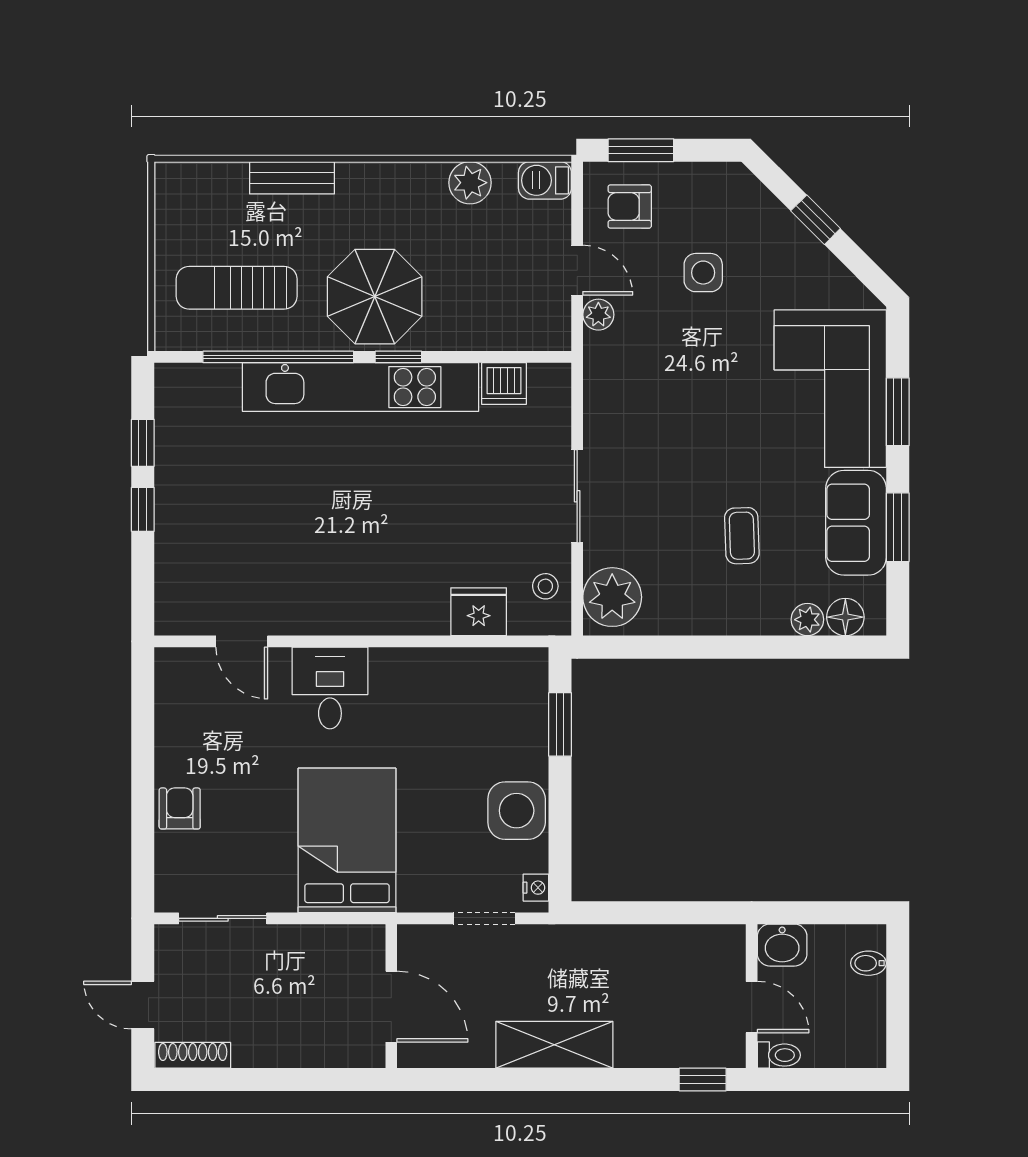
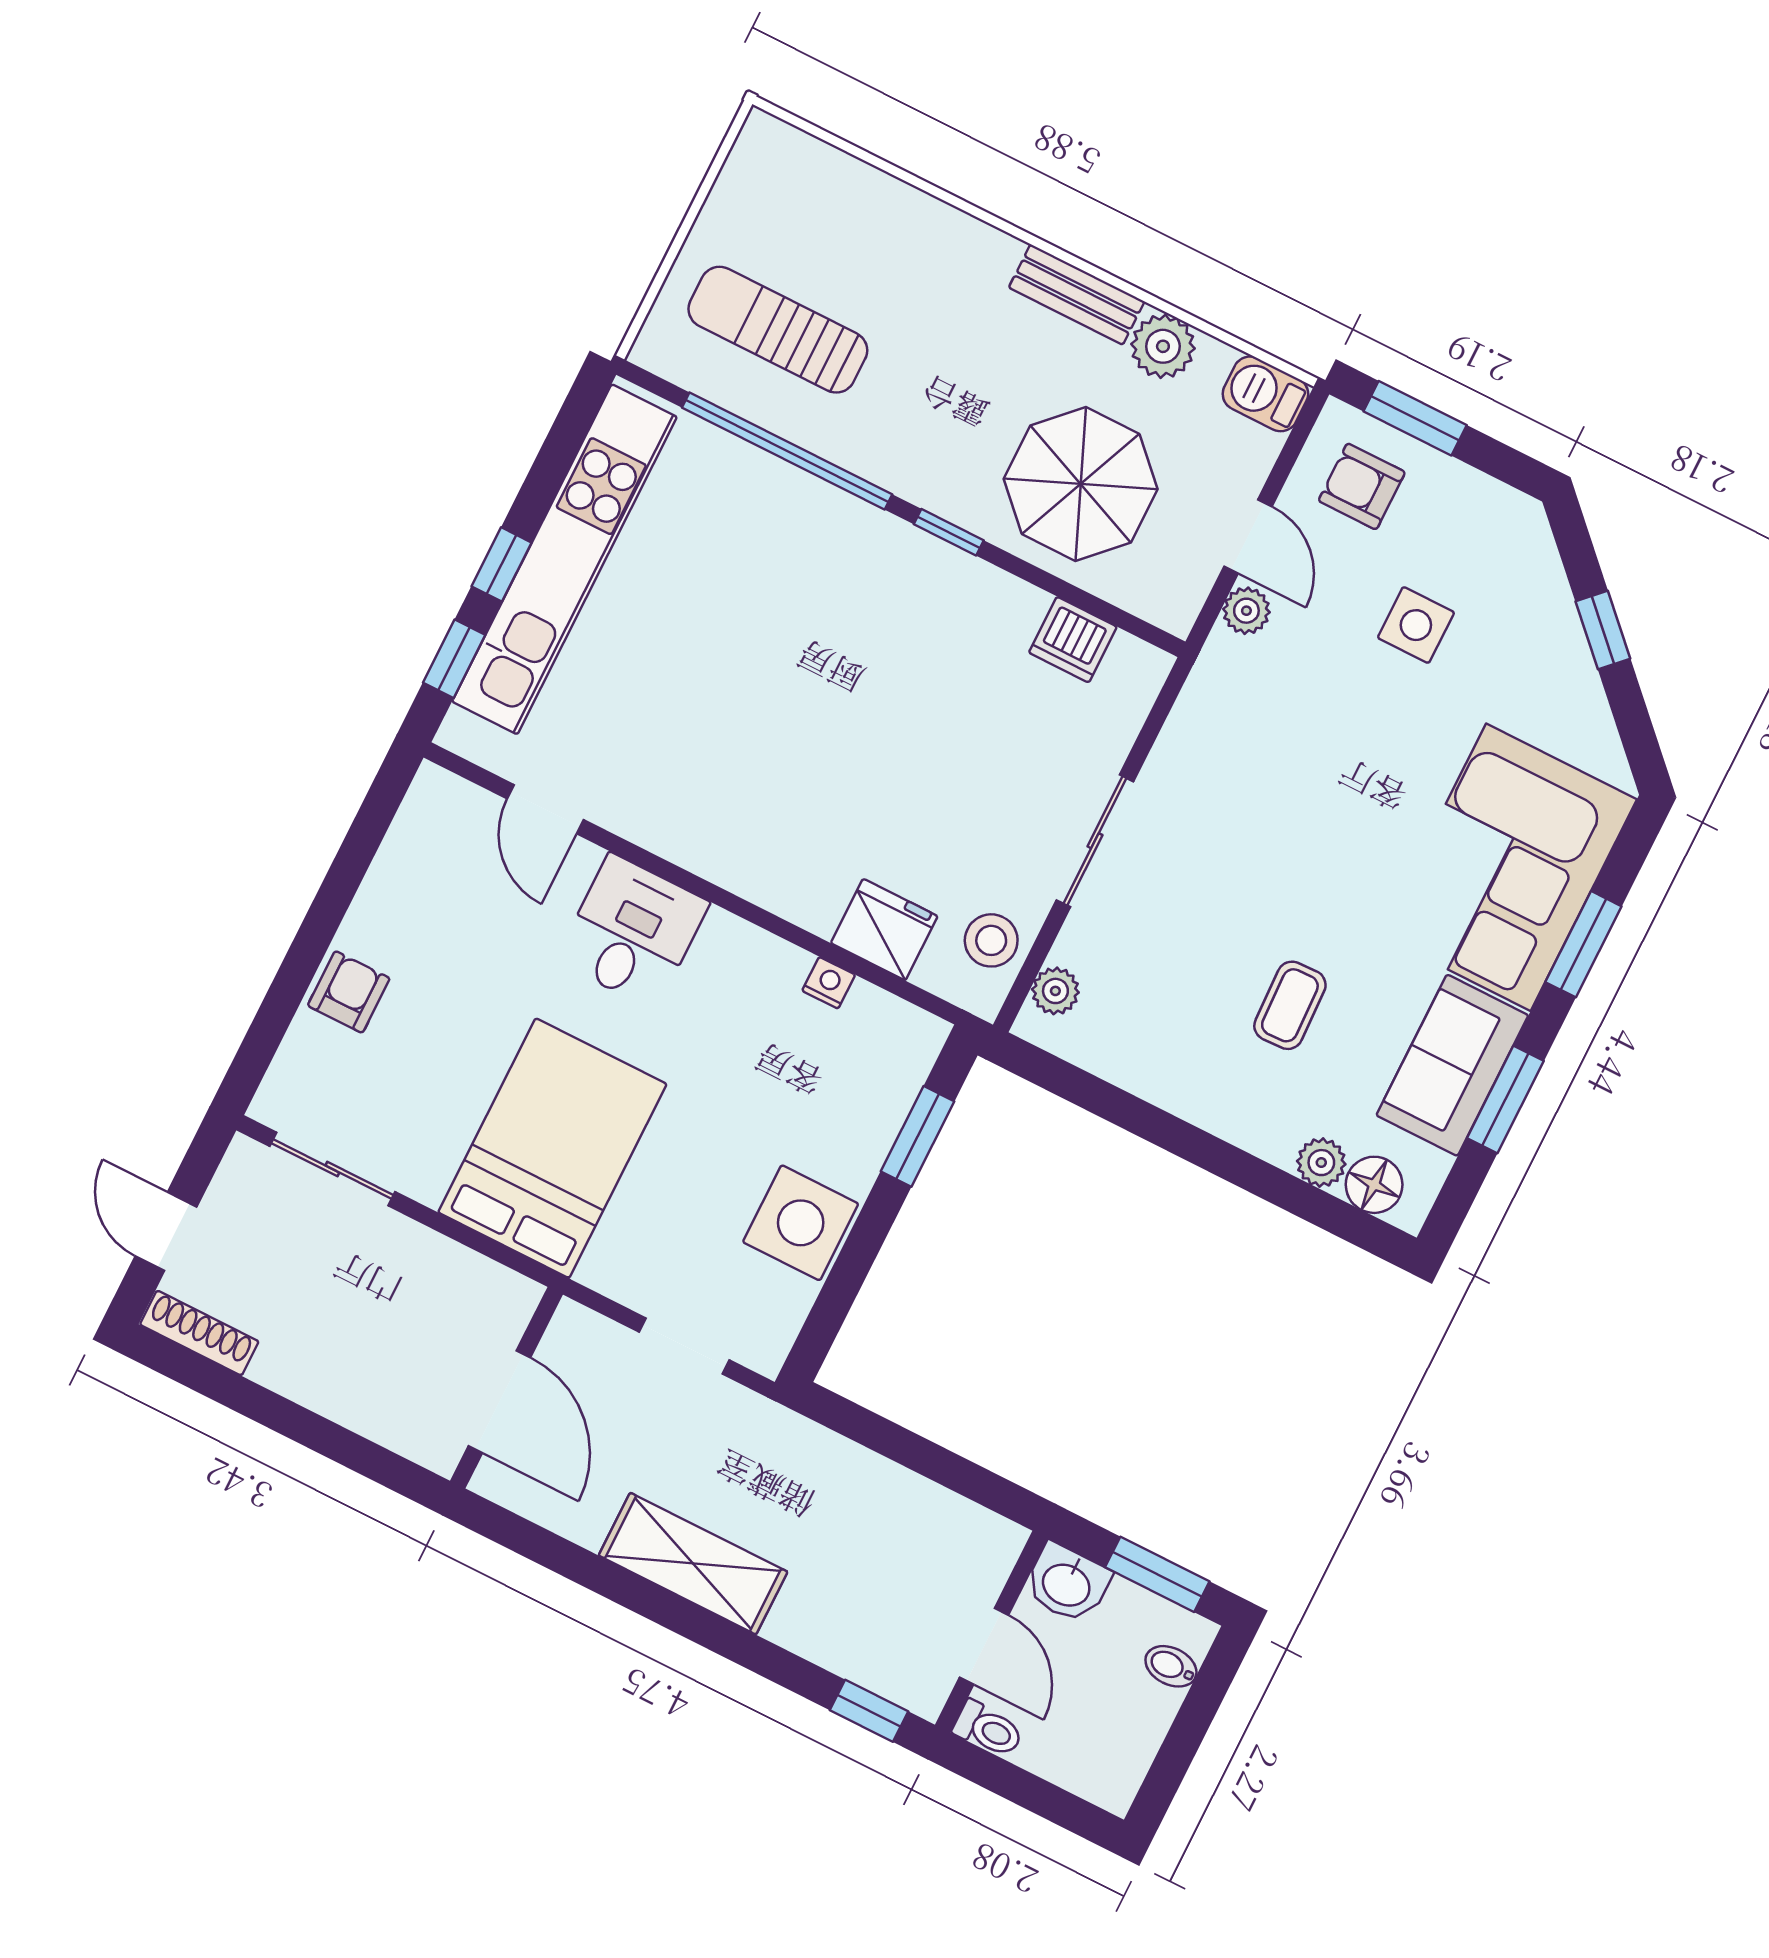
bench: (292, 178) -> (1077, 295), moved
parasol: (375, 297) -> (1081, 484), moved
kitchen unit: (361, 387) -> (564, 559), moved, turned -90
window: (143, 443) -> (454, 659), moved
stool: (545, 586) -> (991, 940), width x1.37, depth x1.37
plant: (612, 597) -> (1055, 991), width x0.53, depth x0.53
nightstand: (536, 888) -> (829, 983), moved, turned -90
window: (833, 913) -> (1157, 1574), added

